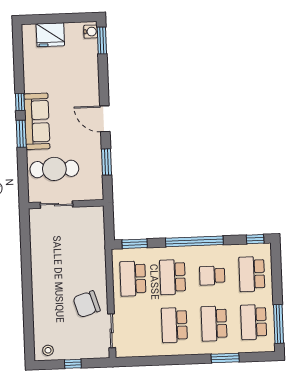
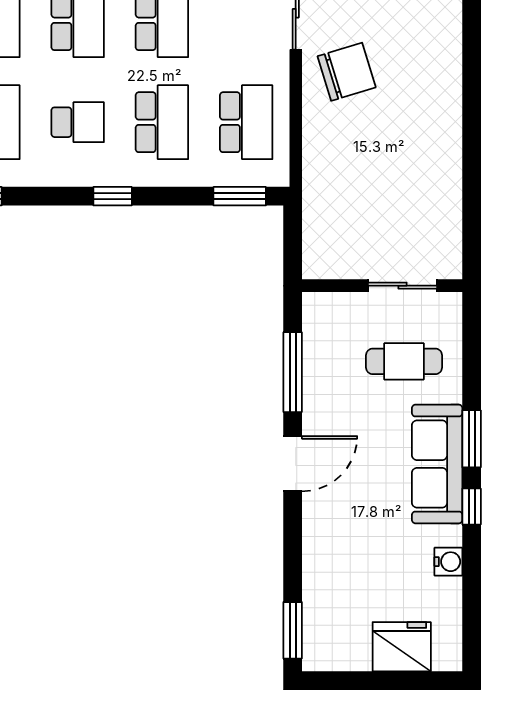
water cooler: (91, 32) -> (448, 562), moved, turned 180
door: (105, 119) -> (293, 464), hinge flipped
window: (107, 162) -> (293, 372), width x1.44
cafe table: (54, 169) -> (404, 361), width x0.73, depth x0.74
window: (194, 241) -> (113, 196), width x0.32

